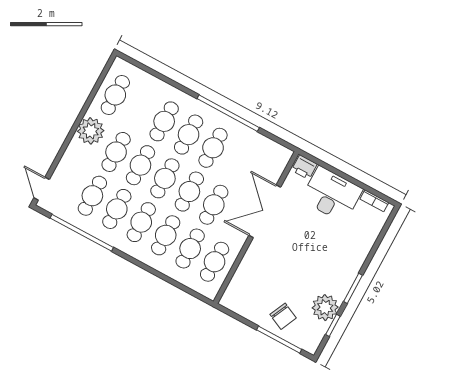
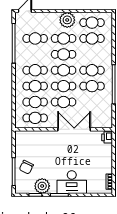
cafe table: (164, 121) -> (92, 38), moved
desk: (332, 194) -> (72, 182), moved, turned 90
cafe table: (117, 209) -> (35, 54), removed

